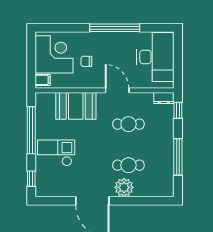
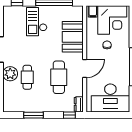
cafe table: (128, 124) -> (59, 77), width x1.37, depth x1.35
checkout: (56, 153) -> (37, 22), turned 180
window: (178, 157) -> (34, 115), width x0.69

